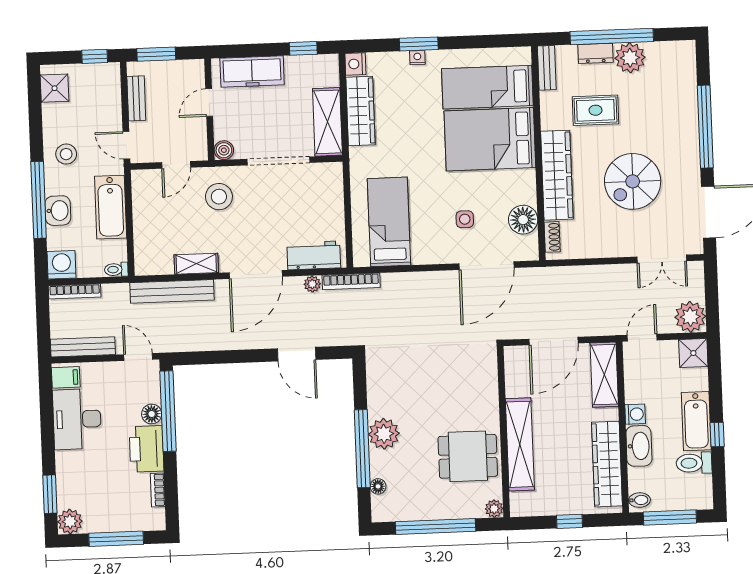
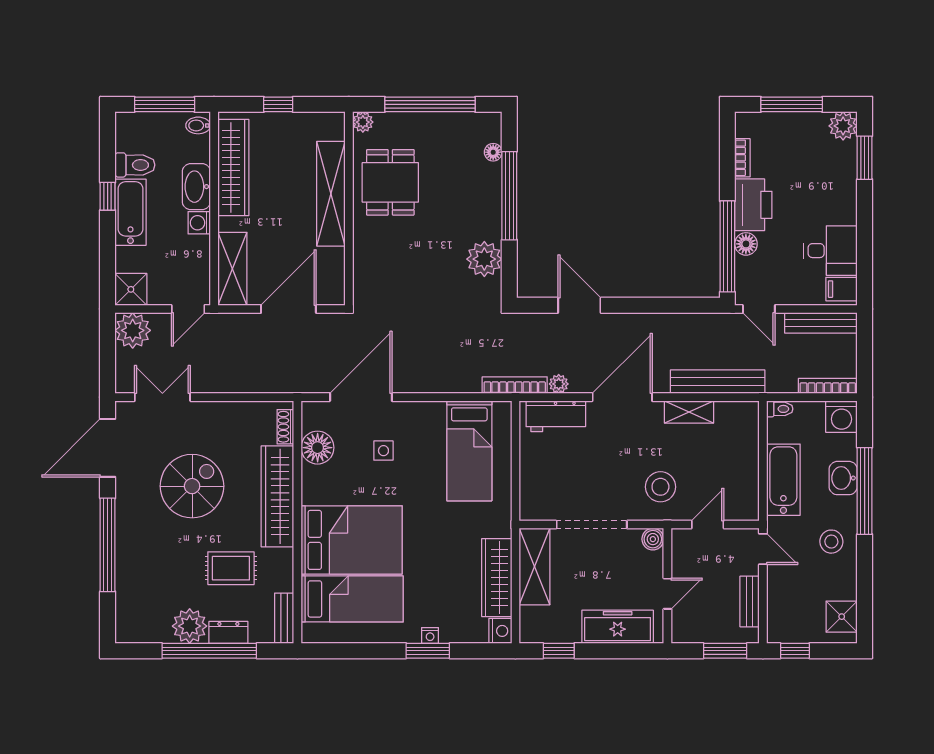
desk: (77, 419) -> (831, 251), width x0.73
plant: (384, 434) -> (484, 259), moved
dining table: (468, 456) -> (390, 182), turned 90

